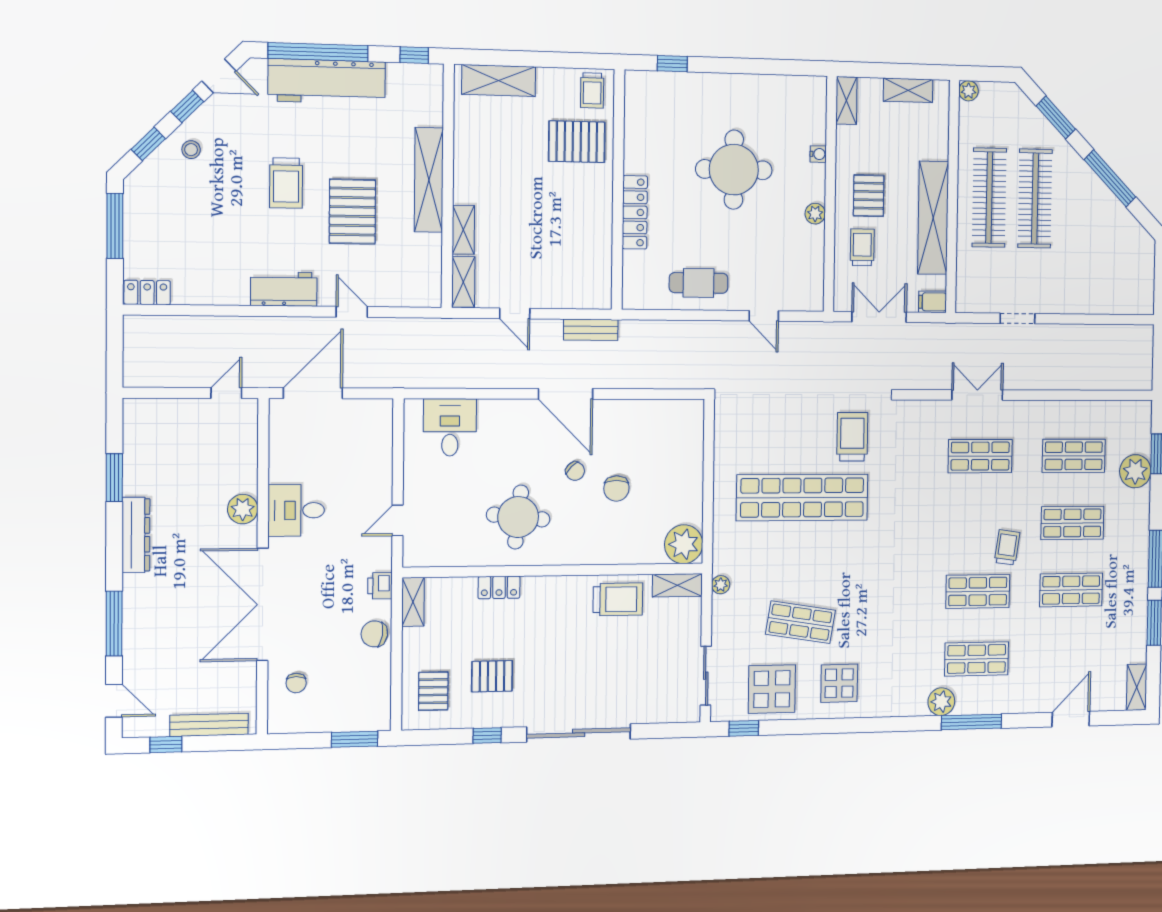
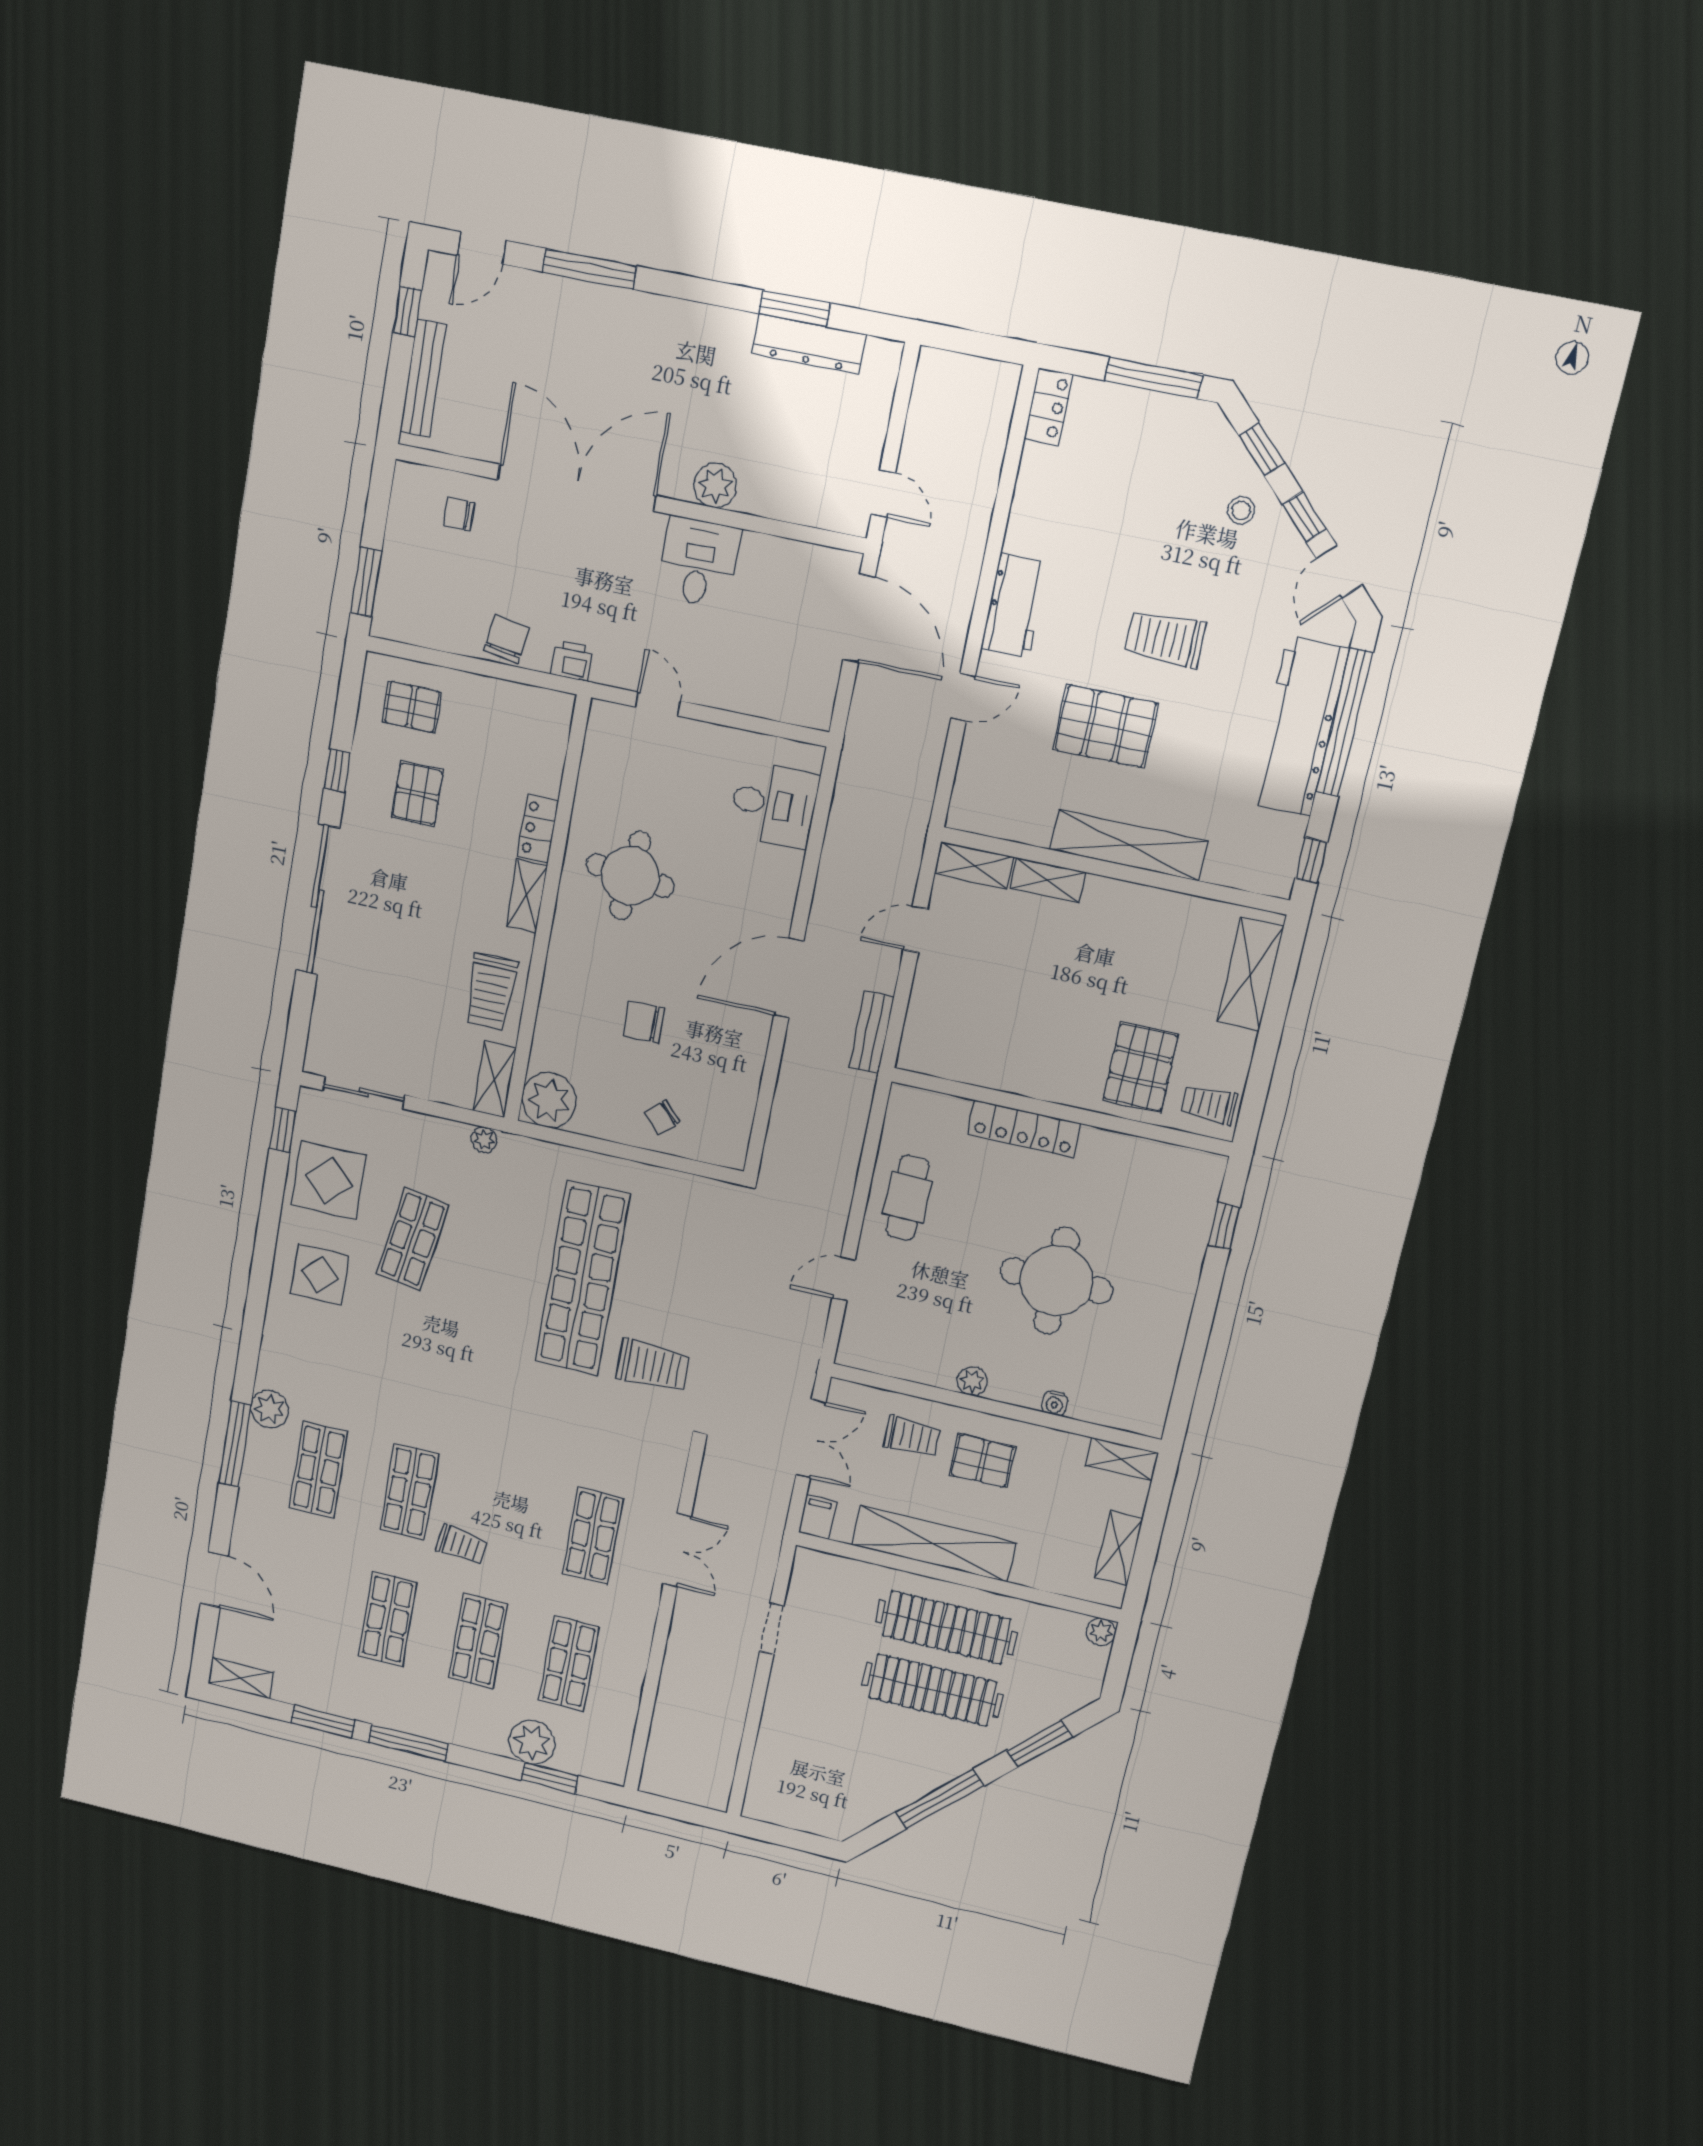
chair: (575, 471) -> (662, 1117), moved
dresser: (136, 535) -> (809, 344), moved
shelving: (413, 602) -> (527, 896), moved, turned 90

